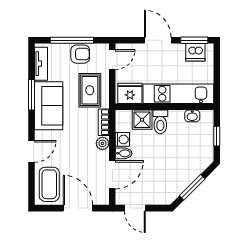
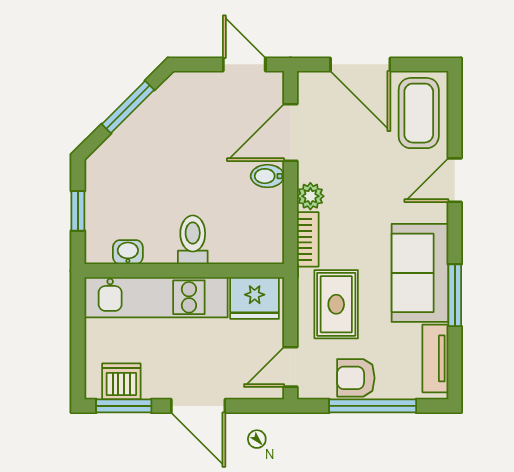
shower: (142, 120) -> (230, 244), removed
washing machine: (122, 139) -> (270, 204), removed

